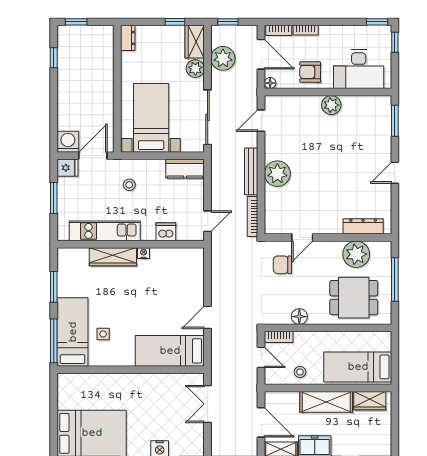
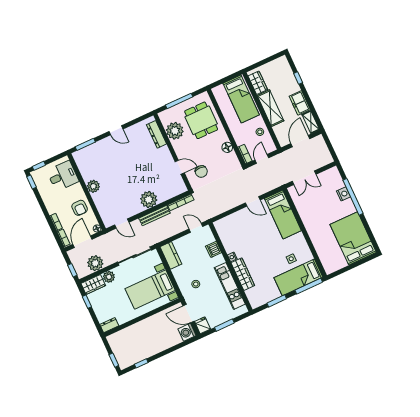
desk: (359, 69) -> (63, 176), width x0.73

